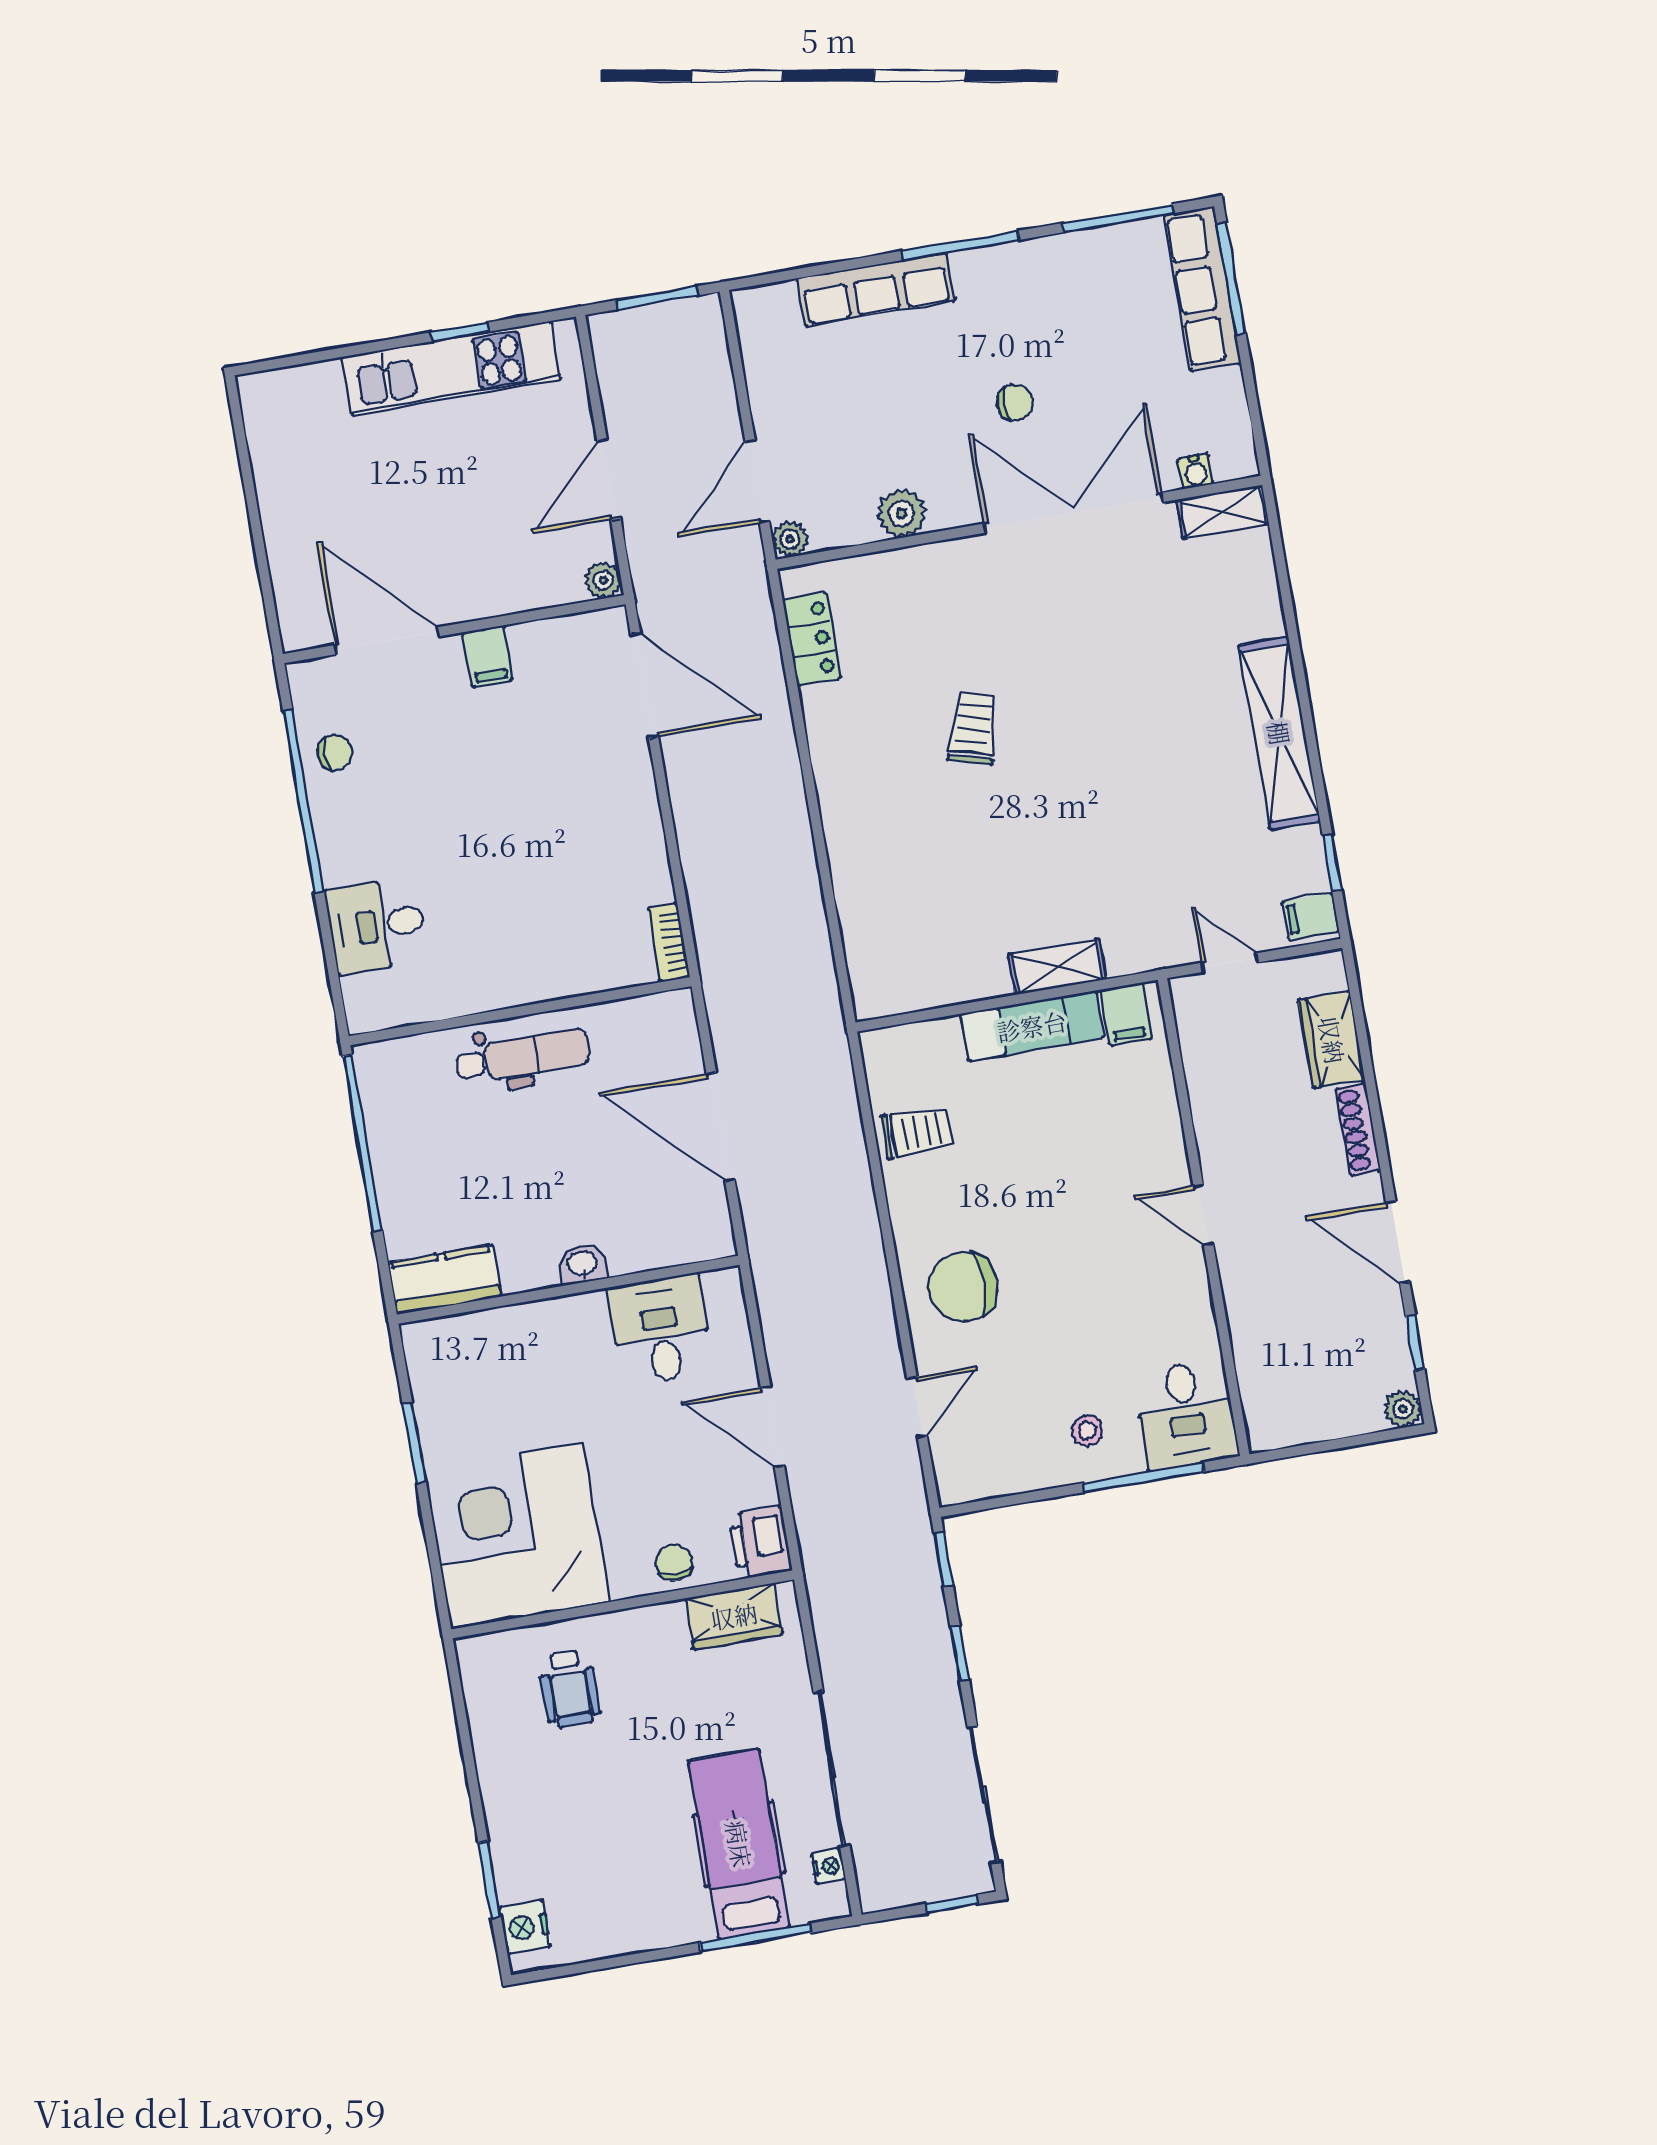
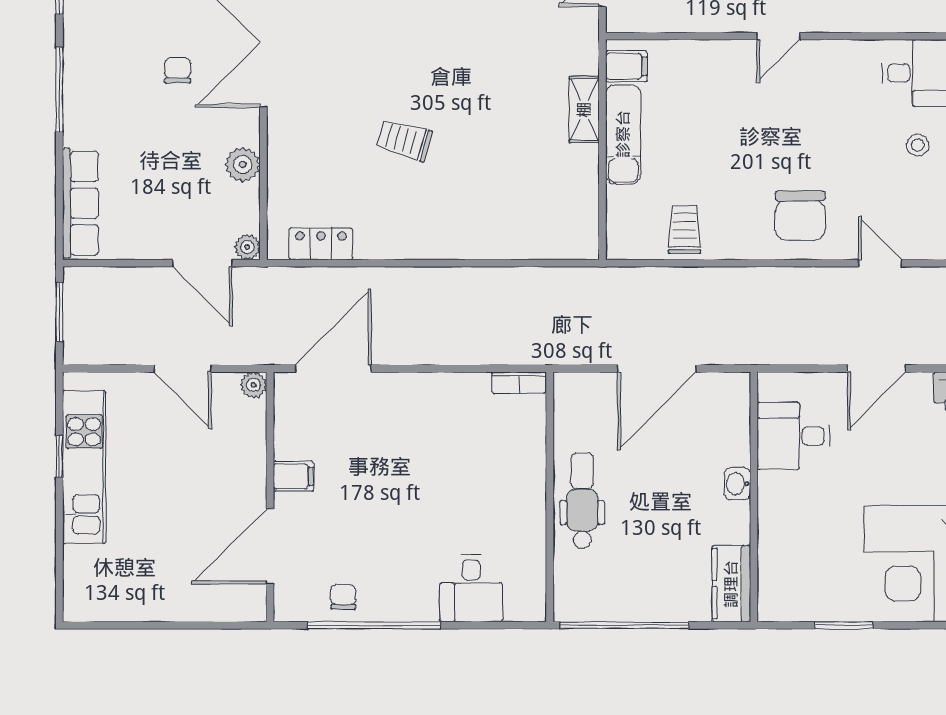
row of seats: (876, 290) -> (80, 203), moved

